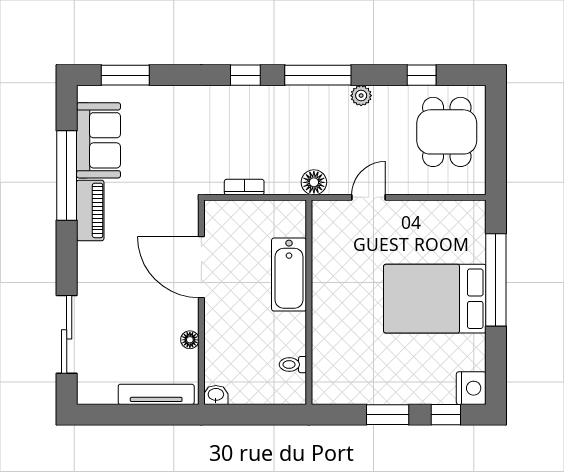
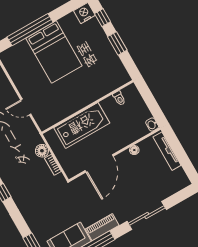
floor lamp: (314, 182) -> (42, 151), moved
bathtub: (289, 275) -> (82, 125), width x1.36, depth x1.36
sliding door: (67, 334) -> (147, 215), moved

